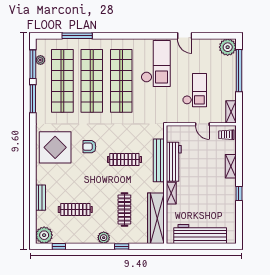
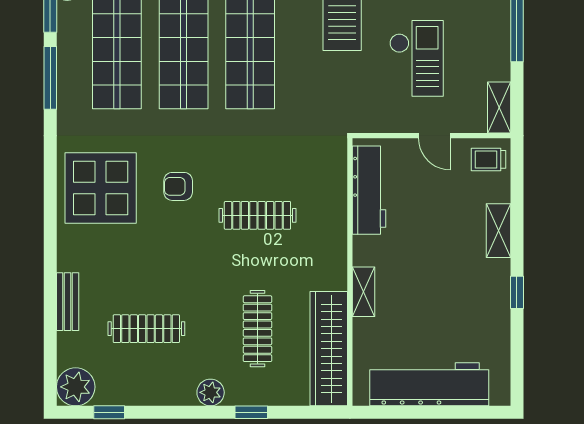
bench: (159, 160) -> (335, 217), removed
workbench: (174, 162) -> (369, 190), moved

